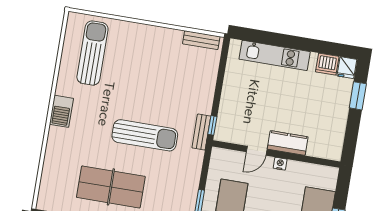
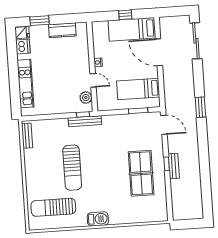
bench: (201, 132) -> (85, 121), width x1.36
sun lounger: (145, 135) -> (72, 168), moved, turned 180
plant: (235, 135) -> (86, 98), added
kitchen counter: (288, 143) -> (62, 30), moved, turned -90

